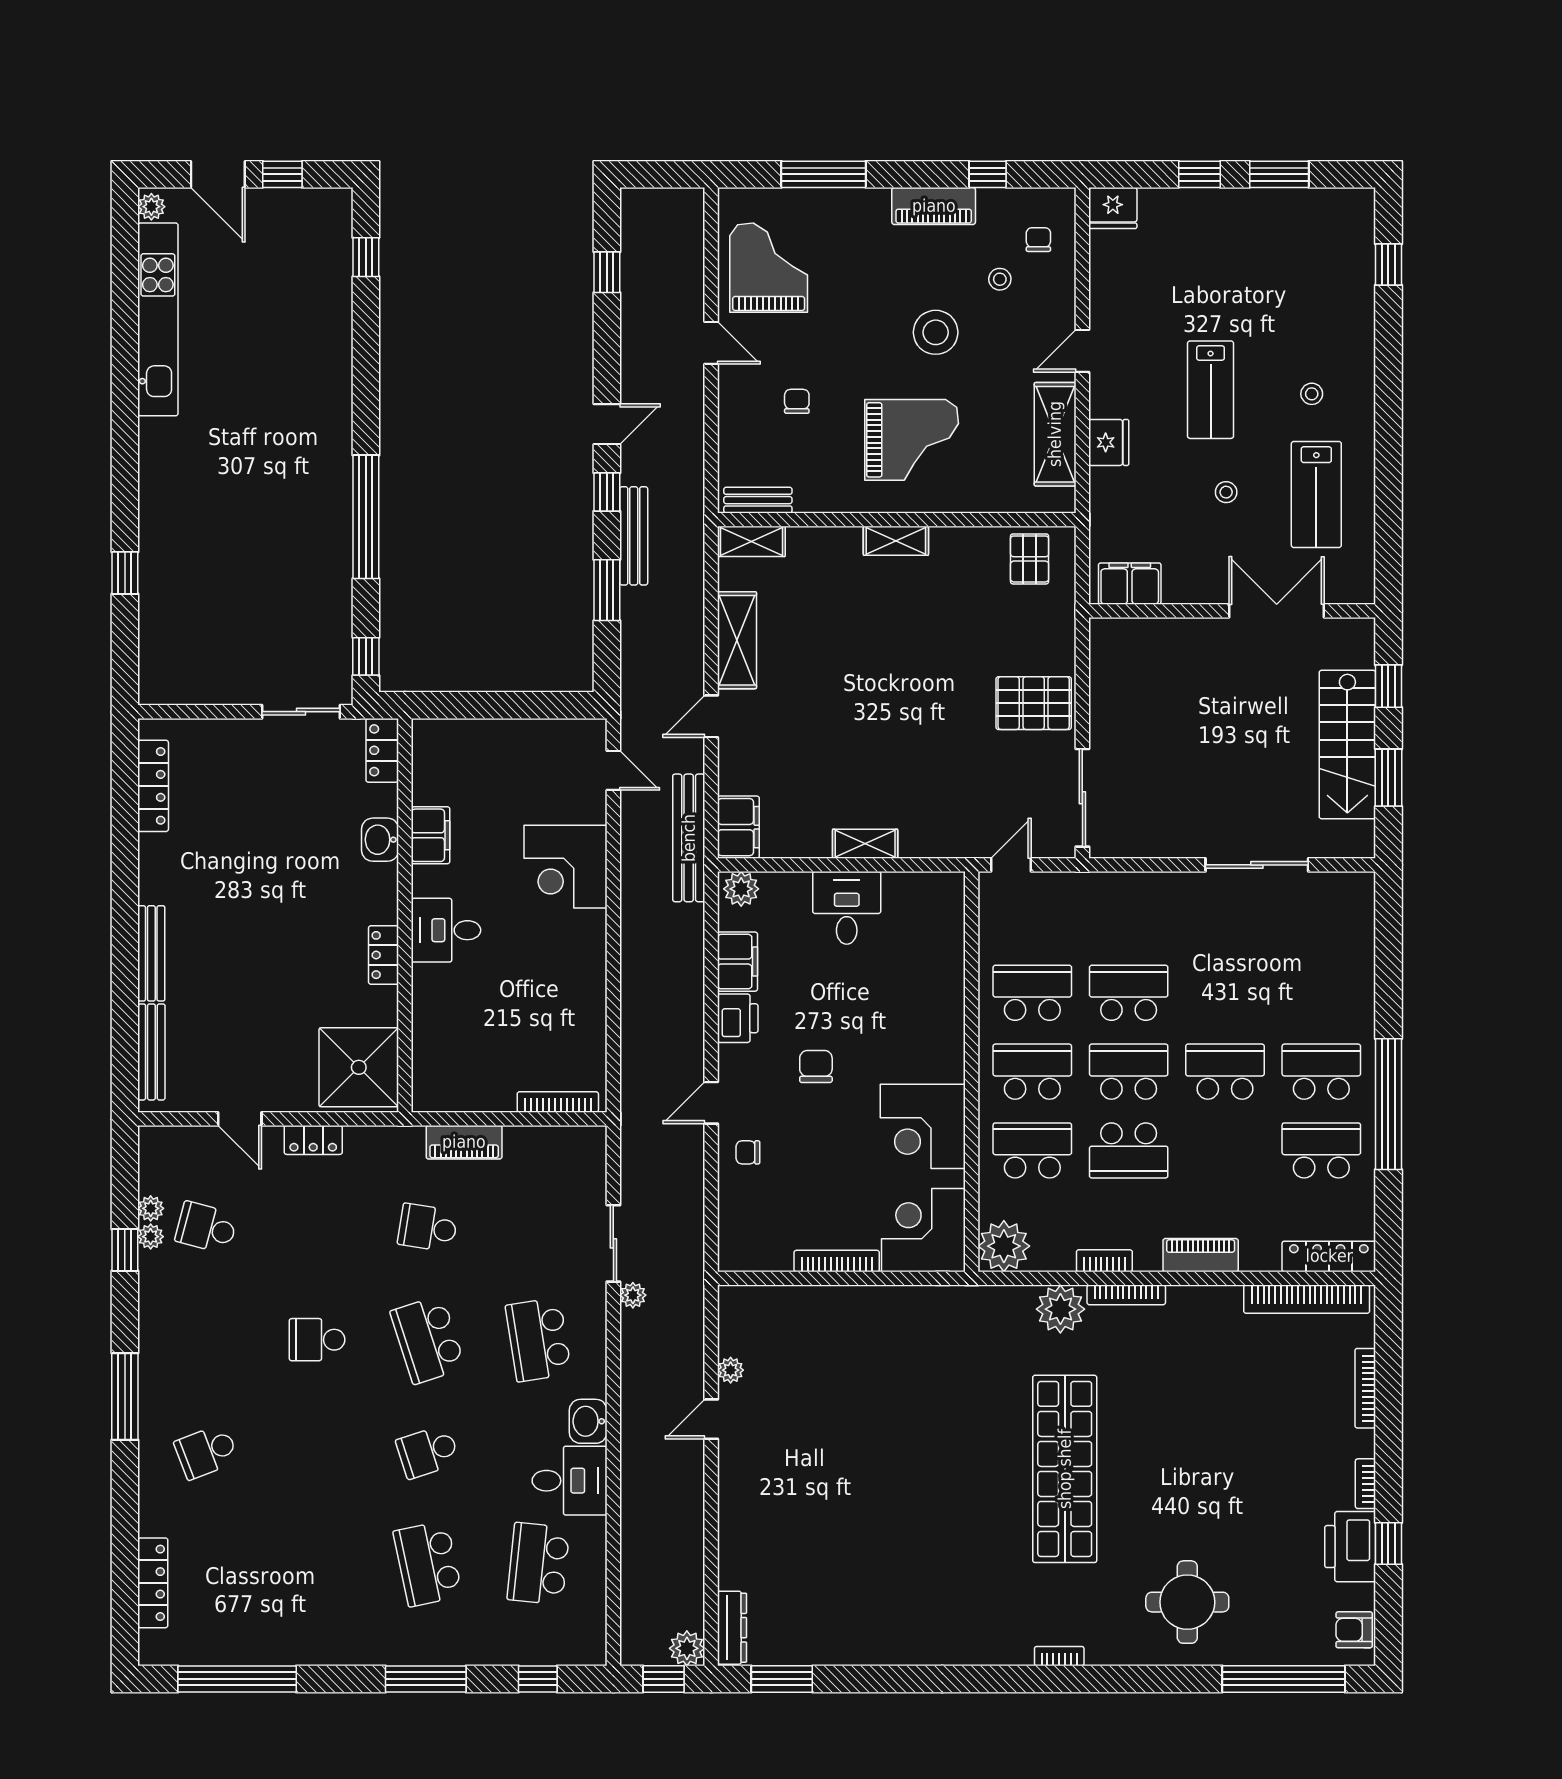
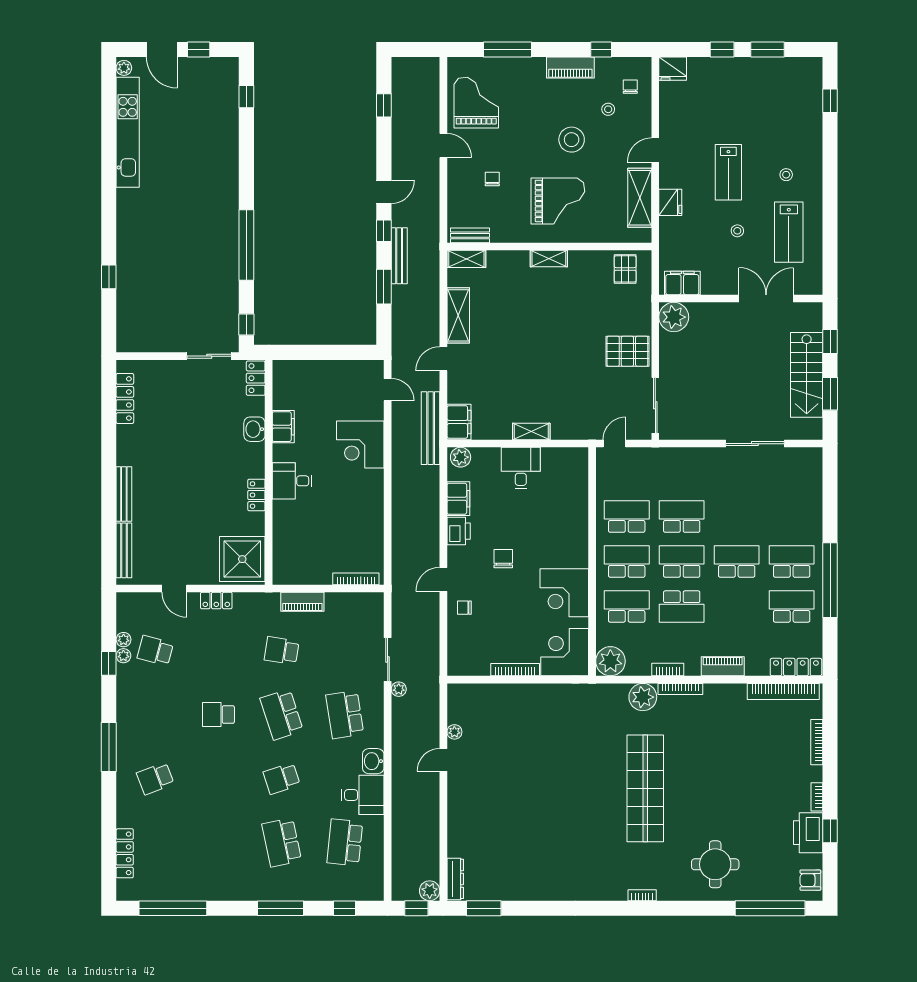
plant: (1115, 643) -> (674, 317), added

